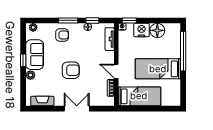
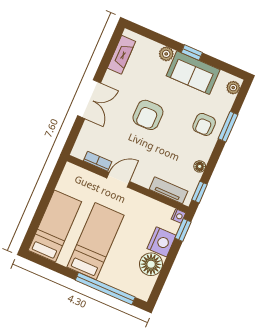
window: (68, 20) -> (228, 127), moved
window: (92, 20) -> (199, 192), moved
bed: (139, 96) -> (55, 226), moved, turned 180

